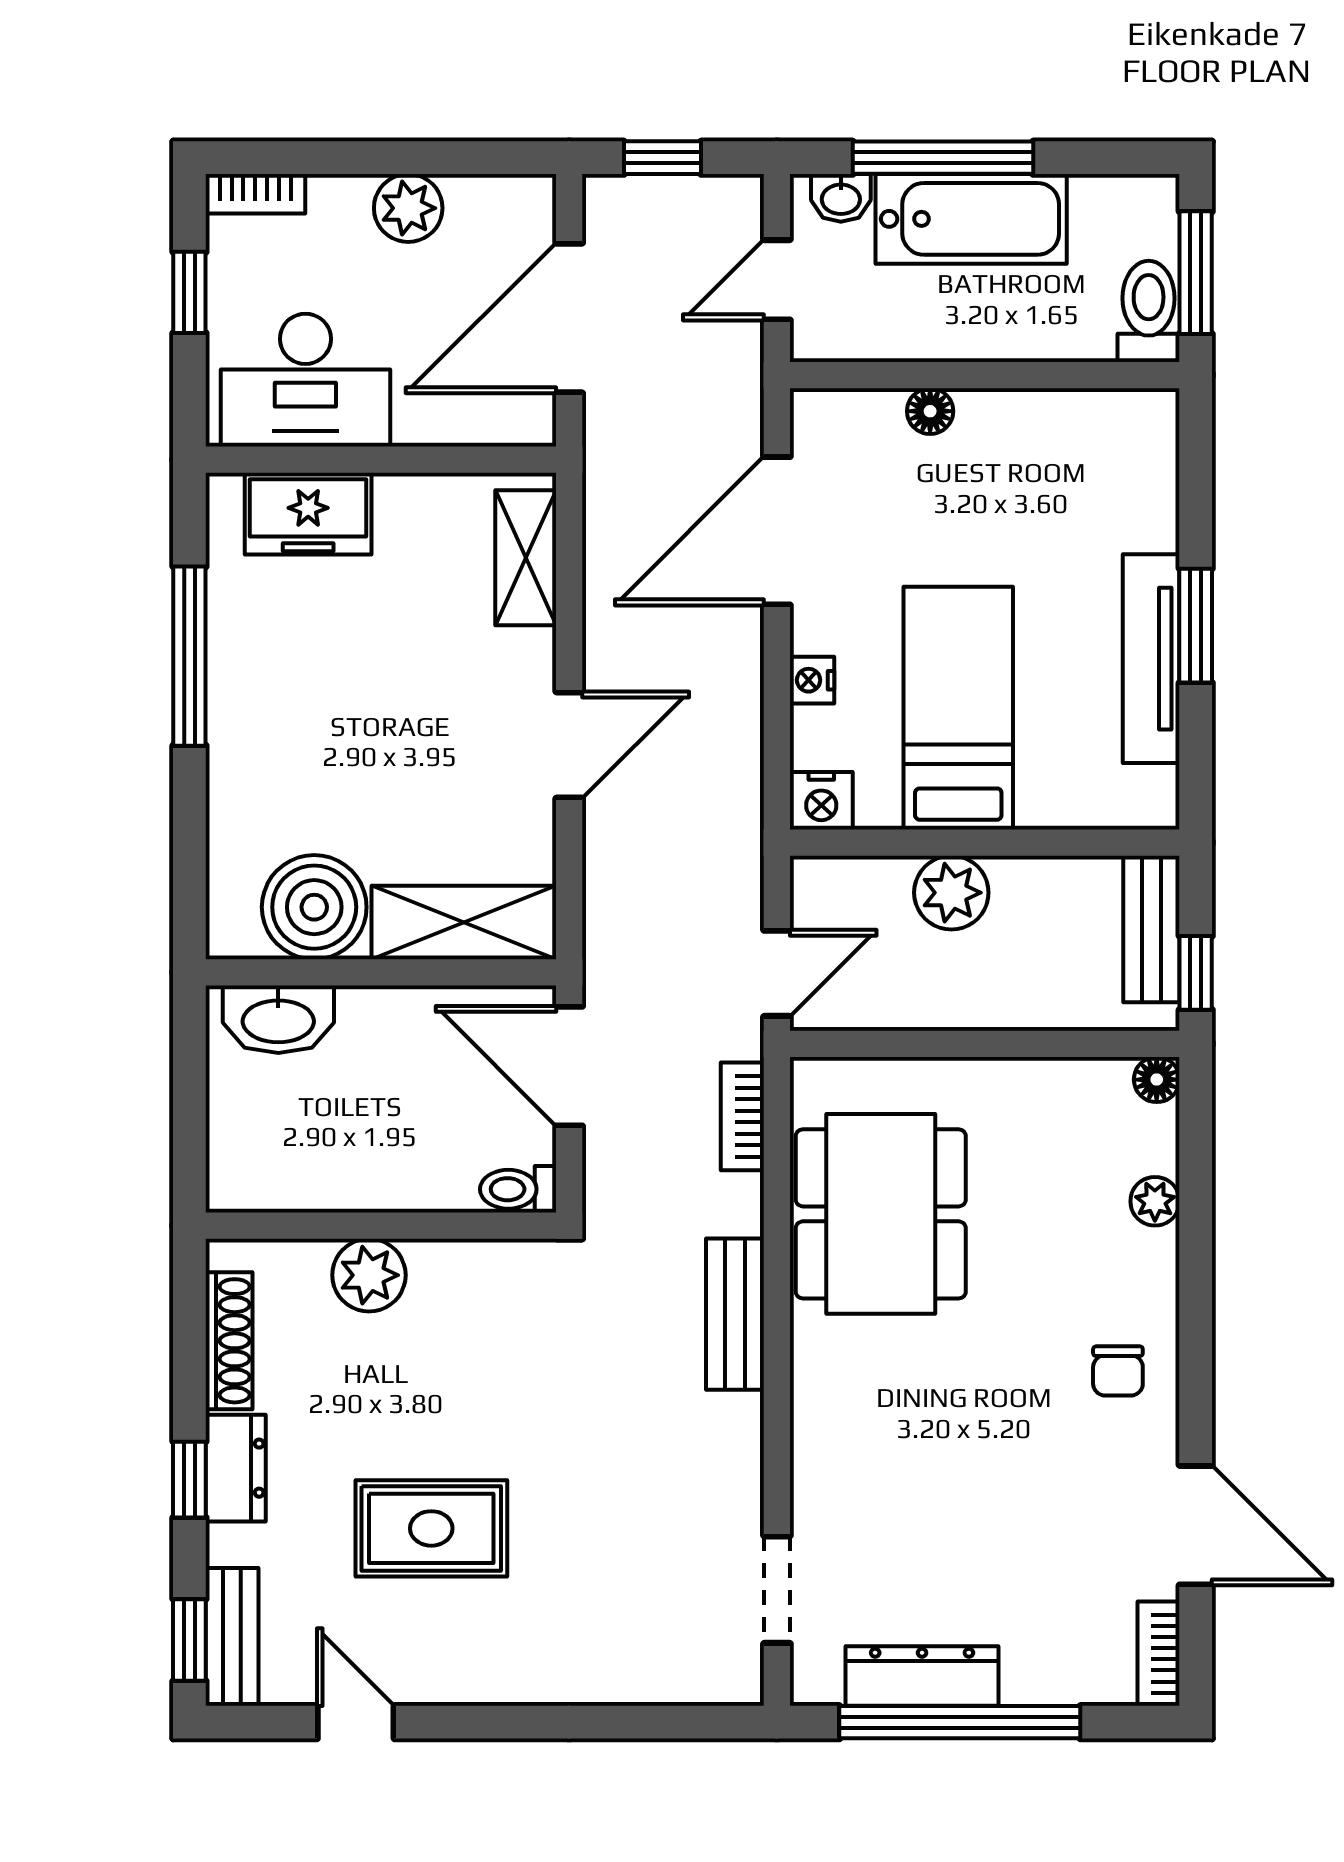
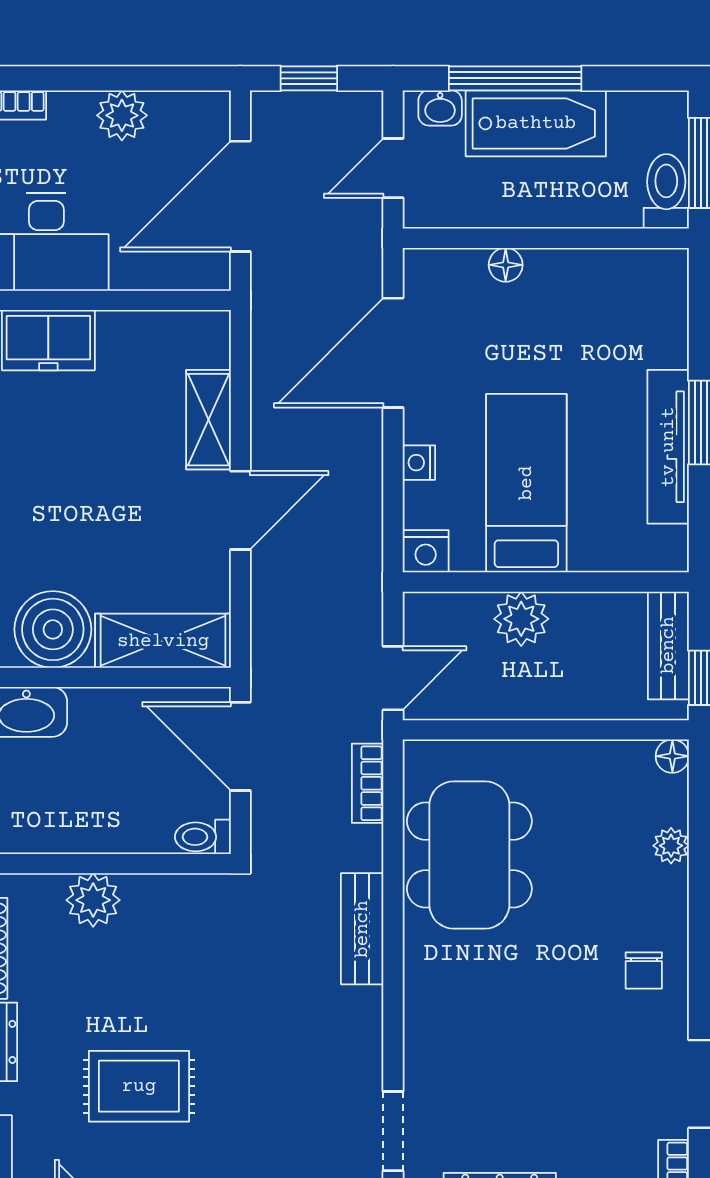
shelving: (526, 558) -> (208, 420), moved

